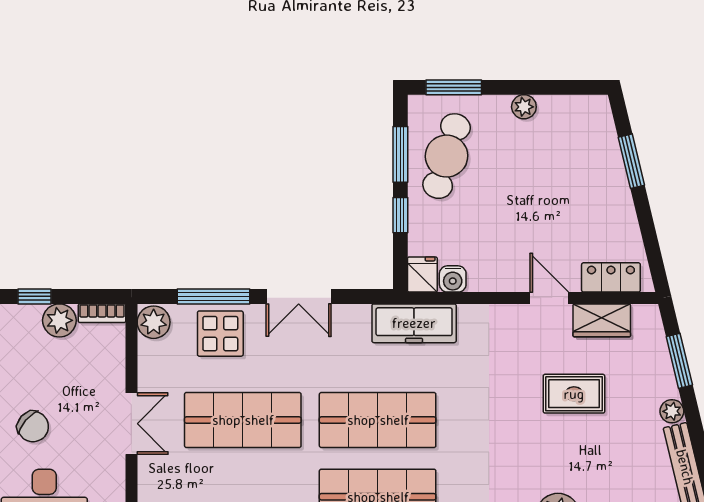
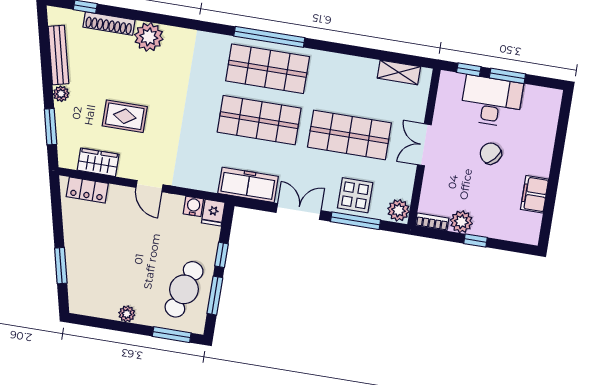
door: (549, 298) -> (149, 186), moved
freezer: (414, 323) -> (248, 185), moved

